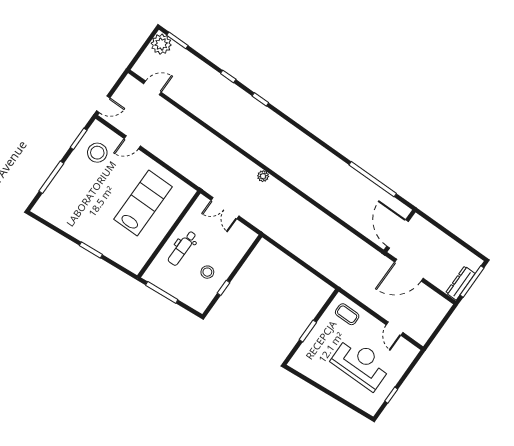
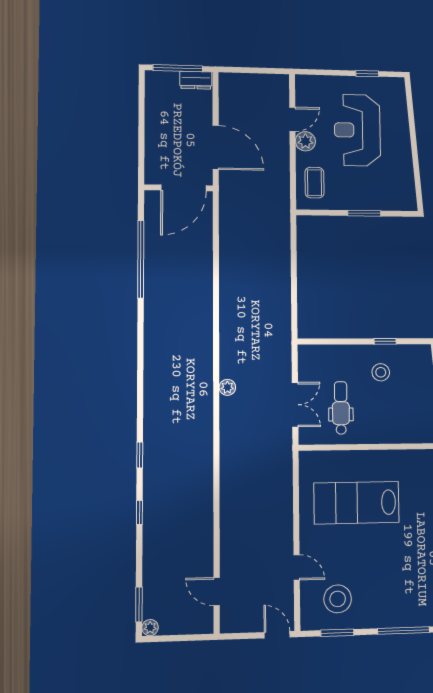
plant: (161, 44) -> (150, 628), width x0.53, depth x0.53
dental chair: (182, 248) -> (341, 408), moved, turned -90
dresser: (460, 283) -> (196, 80), width x0.70
plant: (376, 327) -> (305, 141), added

